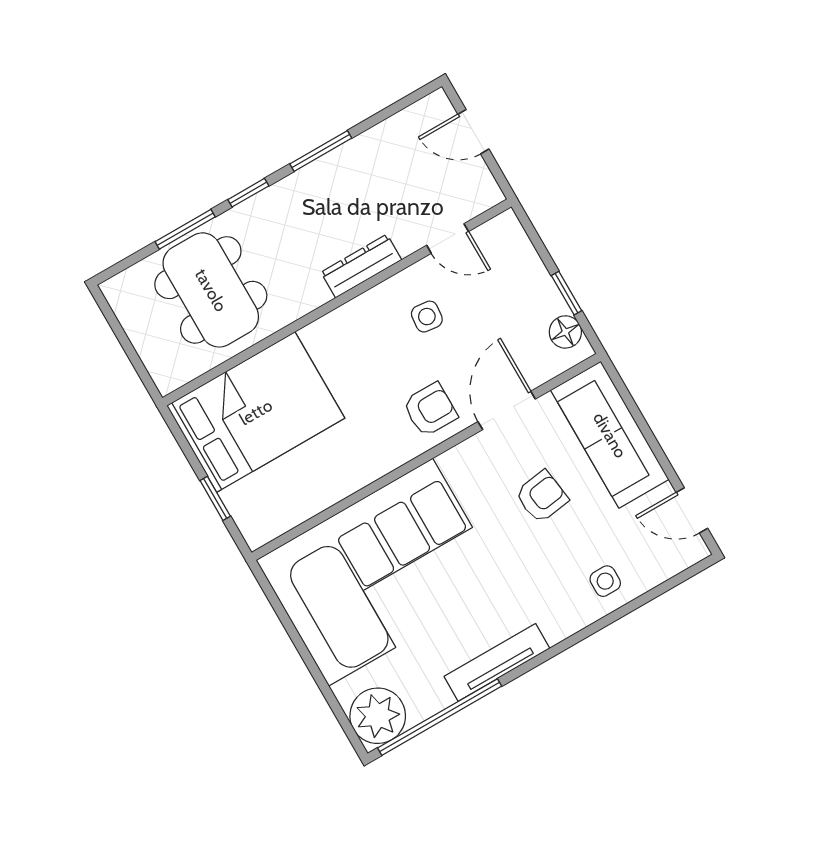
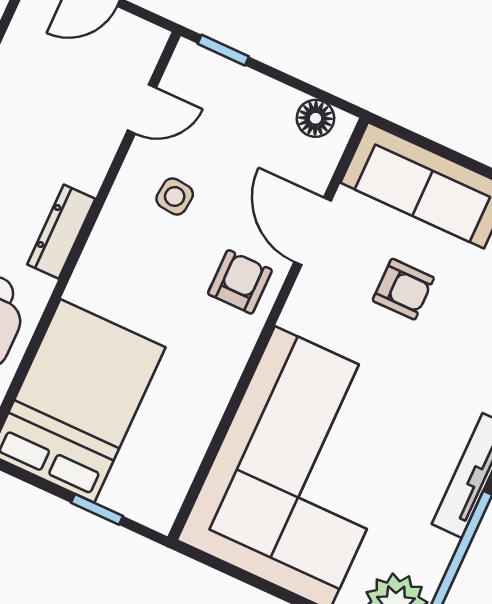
dresser: (361, 266) -> (61, 232), moved
window: (567, 293) -> (223, 50), moved
armchair: (542, 497) -> (403, 289), turned 98

